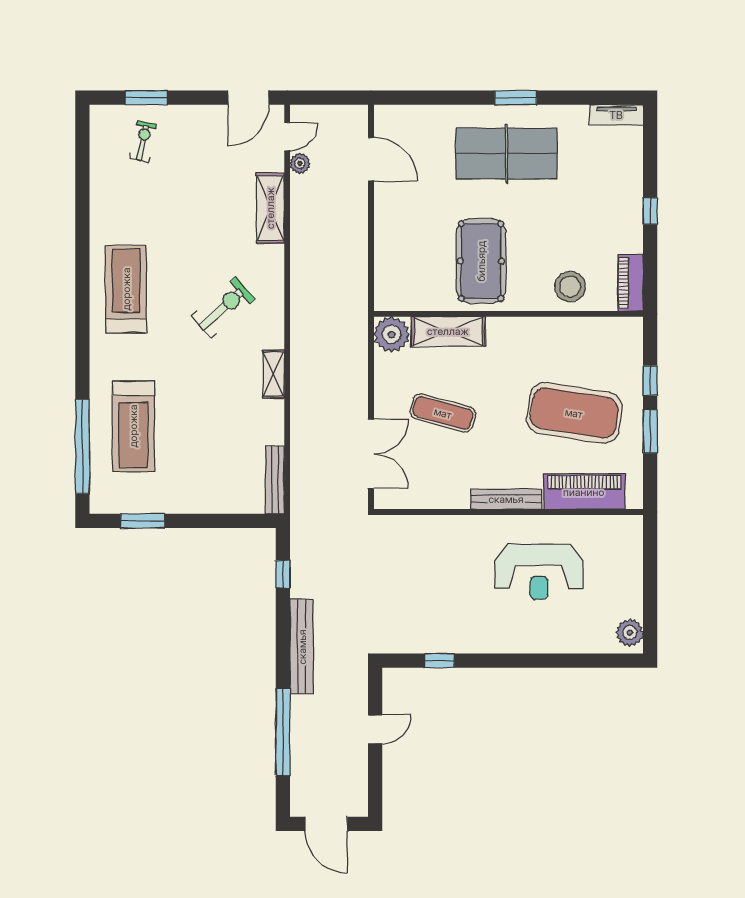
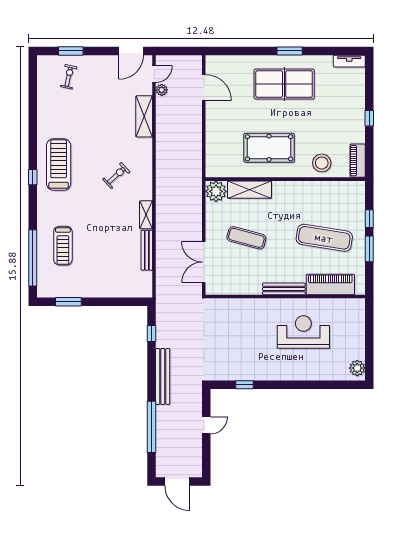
pool table: (481, 261) -> (269, 148), turned 90
exercise bike: (223, 308) -> (116, 175), width x0.73, depth x0.72
window: (82, 311) -> (33, 177), added
exercise mat: (574, 413) -> (324, 238), width x0.68
treadmill: (133, 426) -> (63, 246), width x0.73, depth x0.73
double door: (371, 454) -> (204, 262), swing flipped
bench: (275, 480) -> (147, 250), moved
reception desk: (539, 572) -> (303, 332), turned 180

